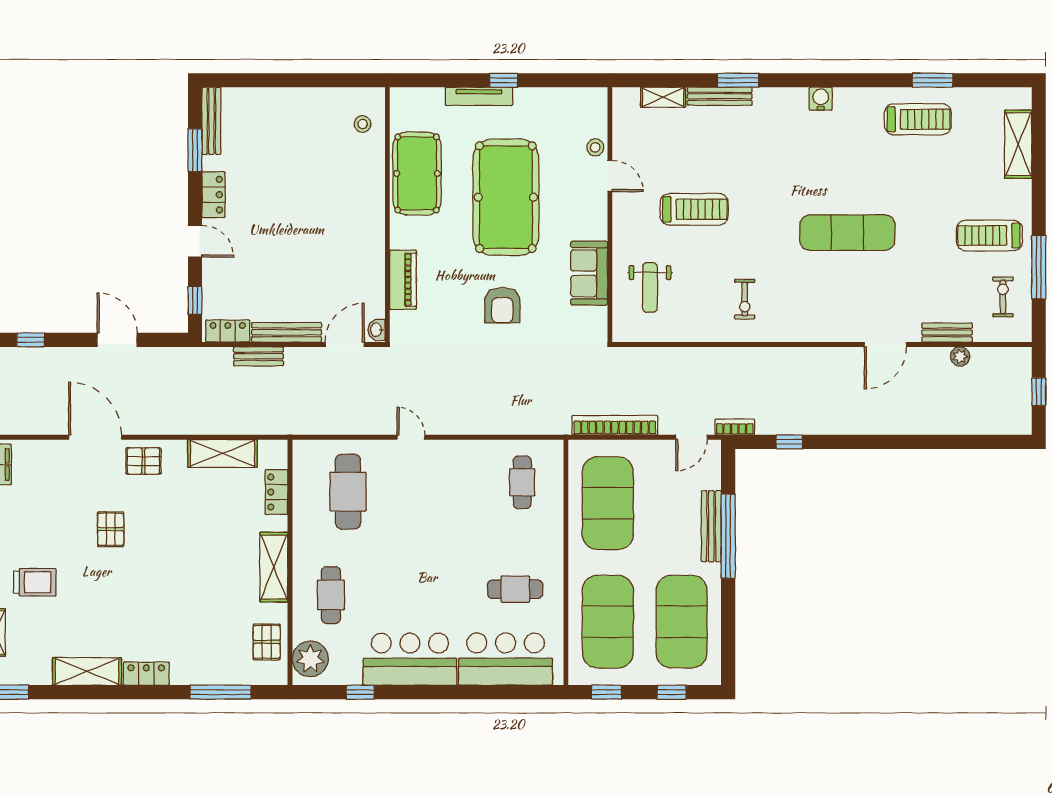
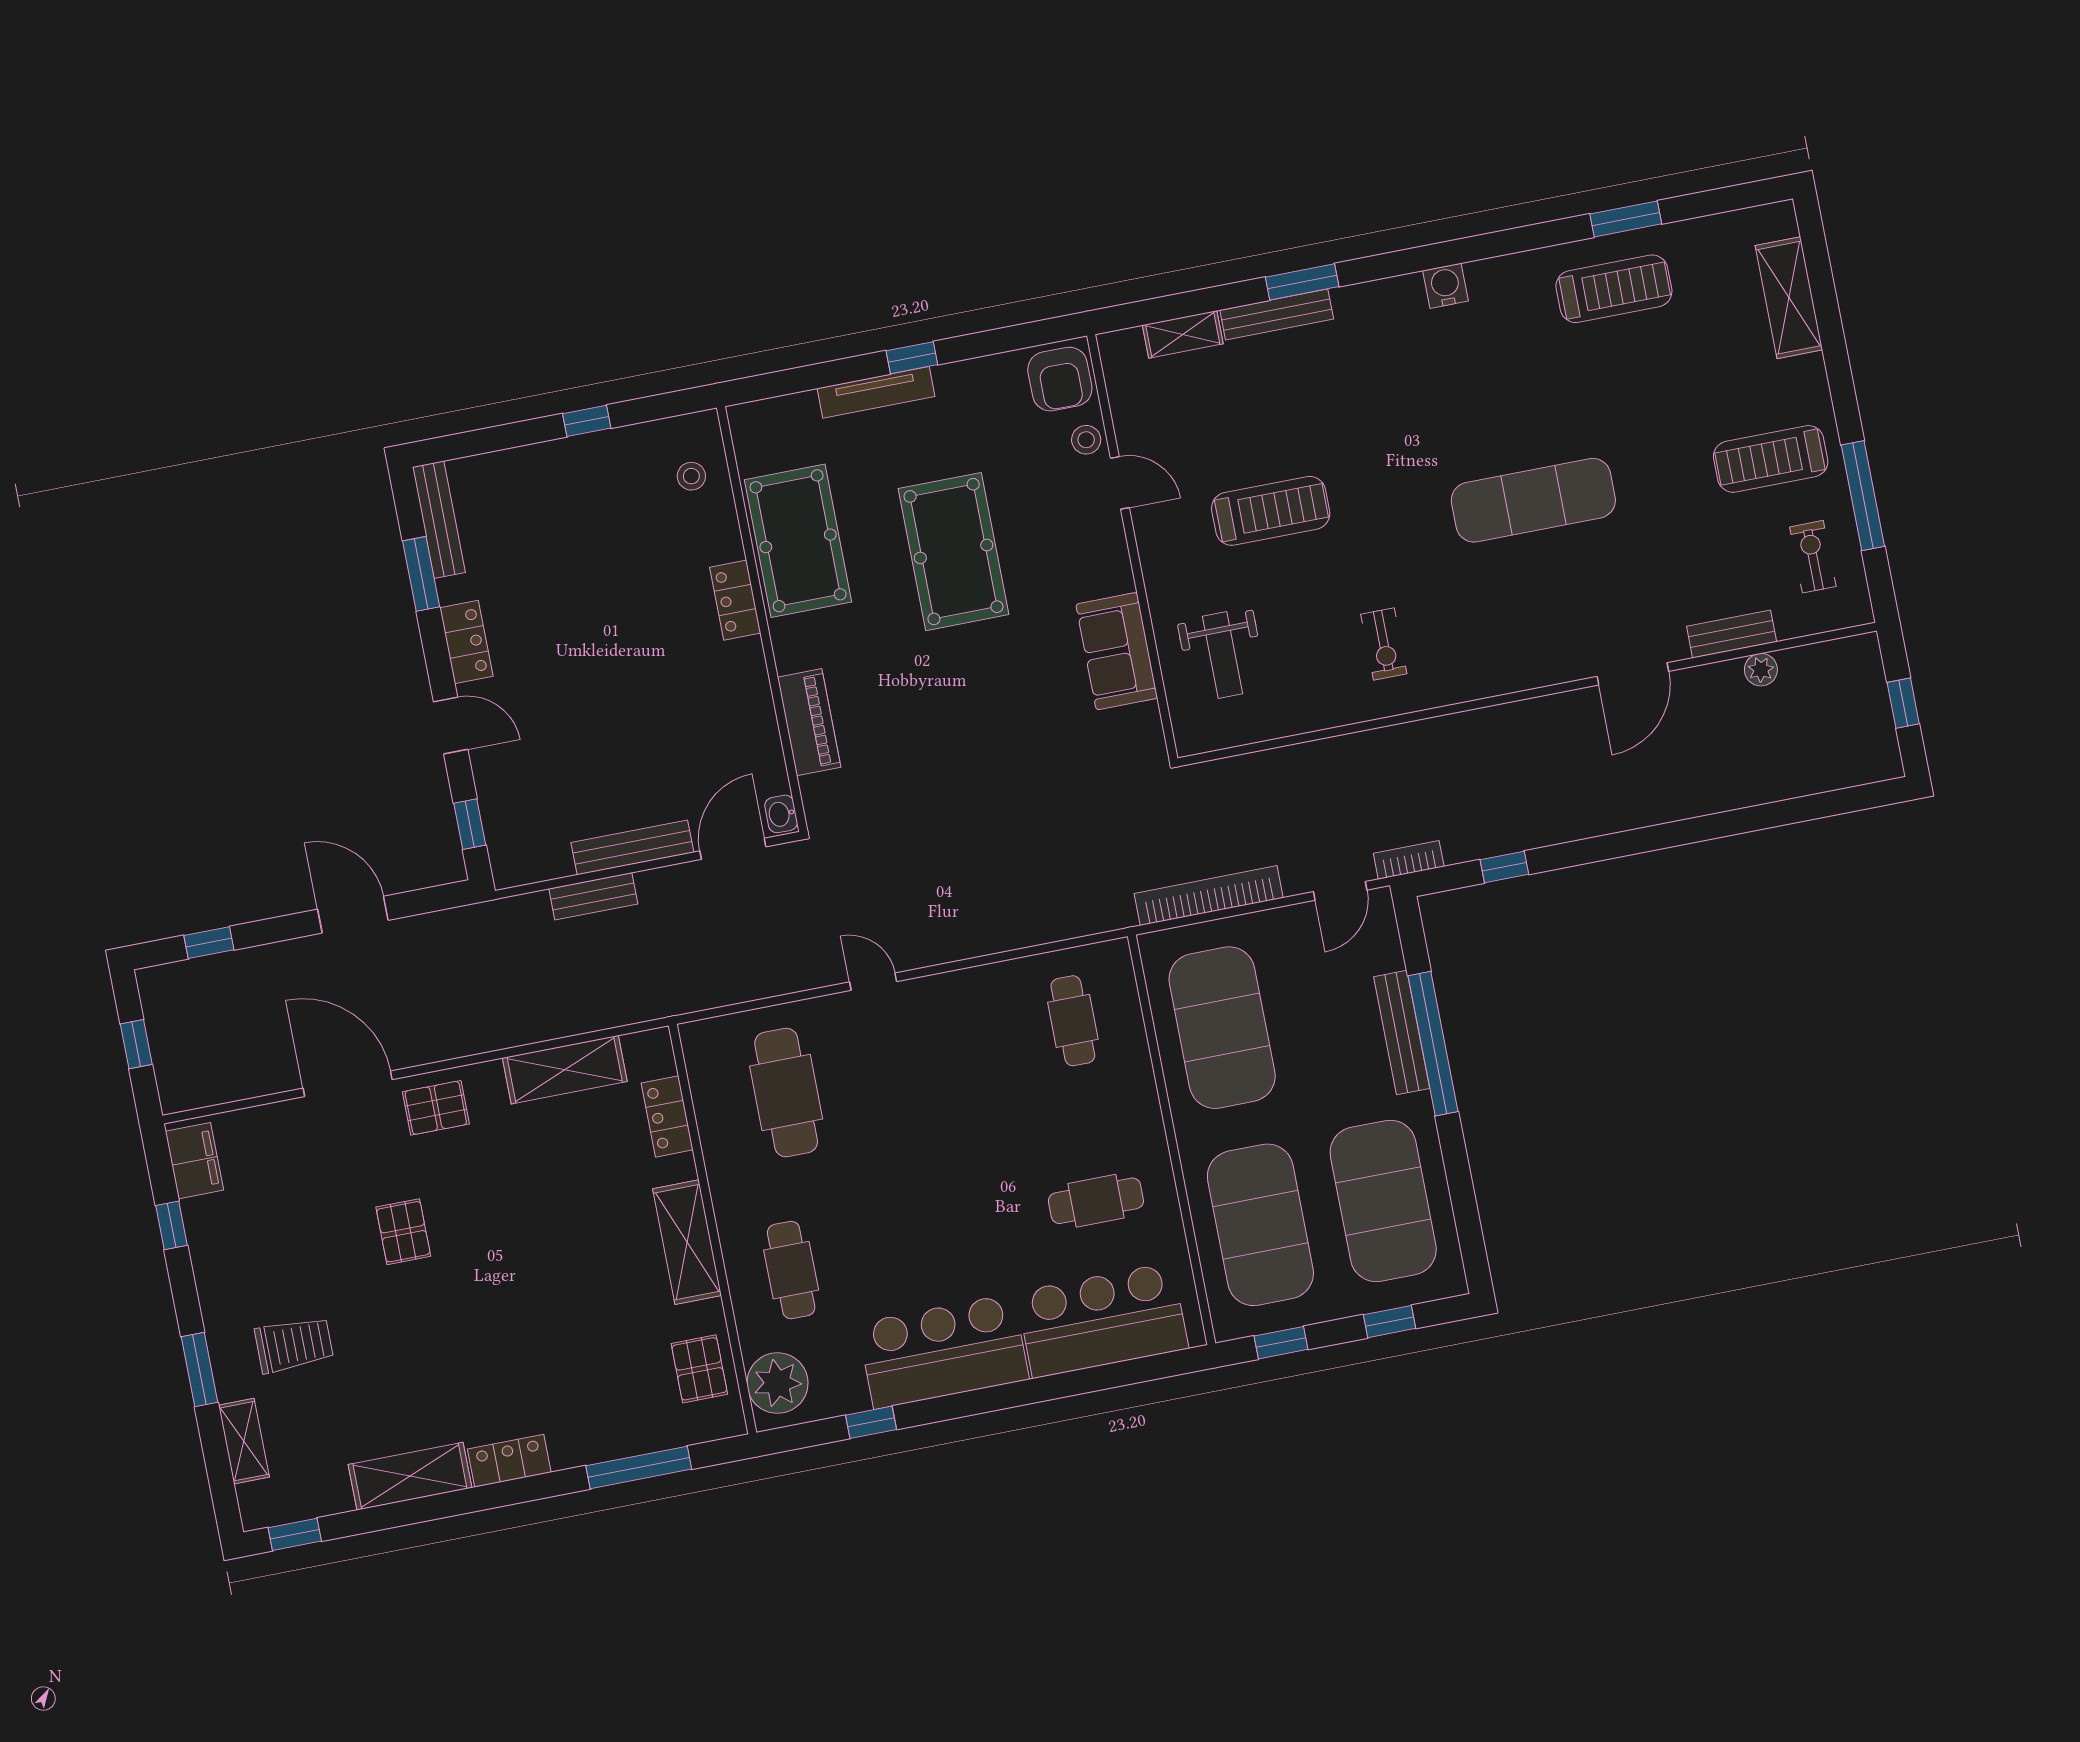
window: (308, 80) -> (587, 421), added
pool table: (506, 197) -> (954, 552), width x0.73, depth x0.76
armchair: (502, 305) -> (1060, 379), moved
locker: (228, 331) -> (735, 600), moved, turned -90

